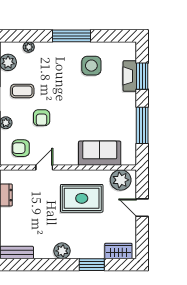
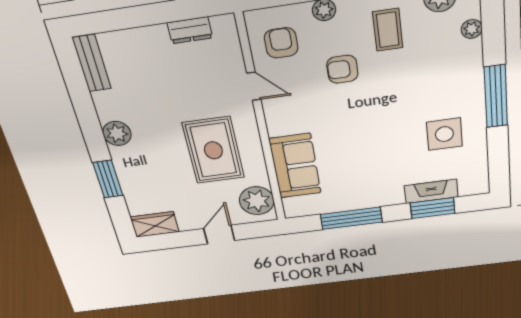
wardrobe: (118, 251) -> (155, 224), moved, turned -90

